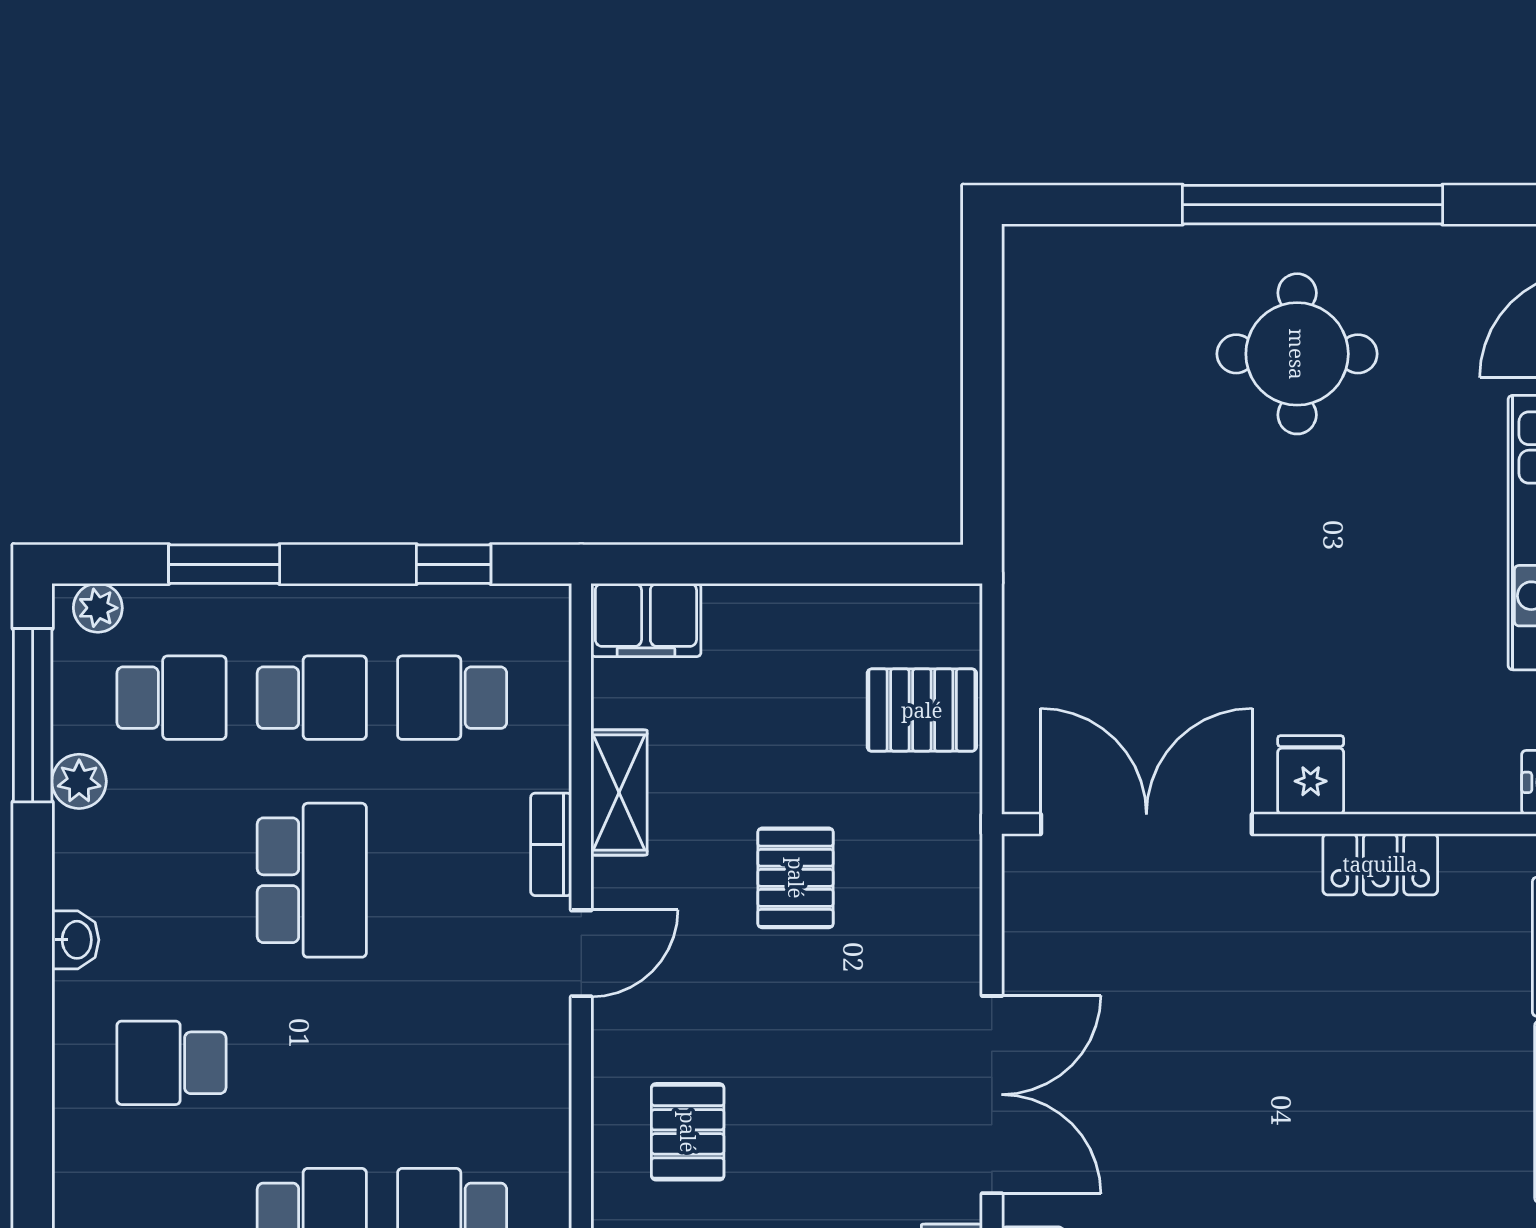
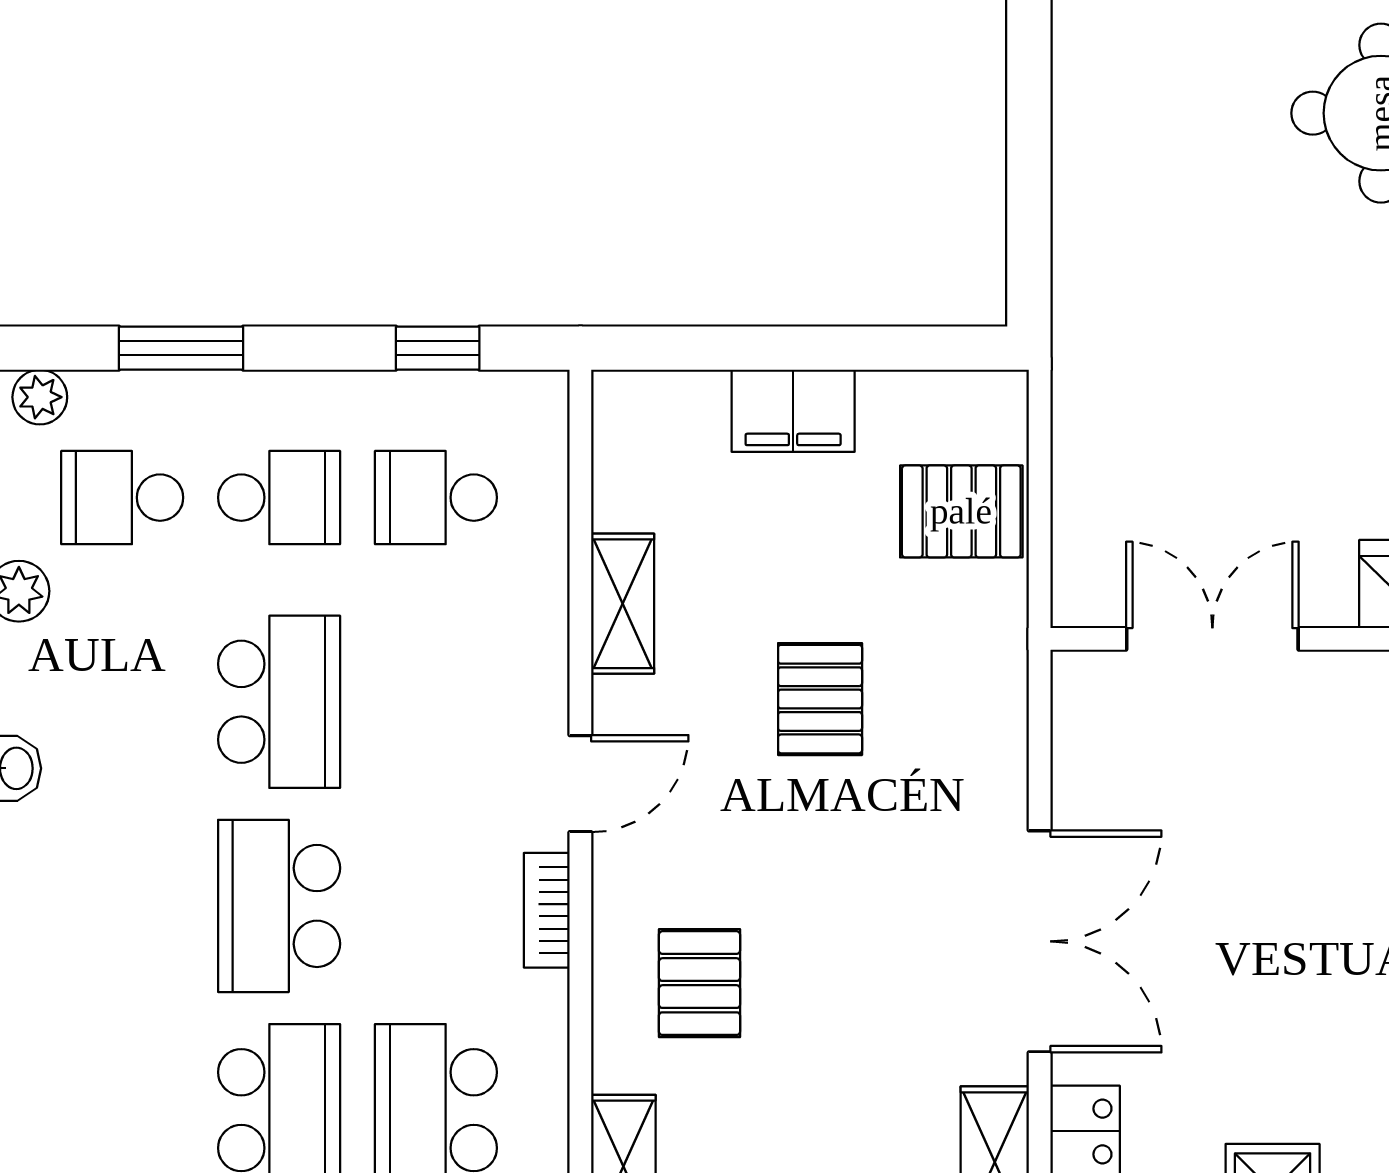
filing cabinet: (646, 620) -> (793, 411), moved
school desk: (171, 698) -> (122, 498), turned 180
double door: (1146, 824) -> (1212, 639), width x0.73
bookcase: (551, 844) -> (547, 910), moved
school desk: (171, 1063) -> (279, 906), moved, width x1.85

